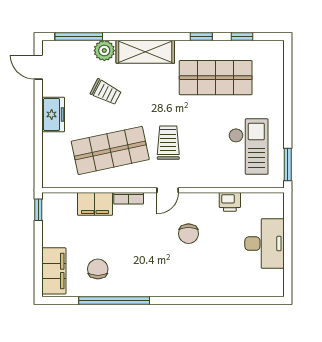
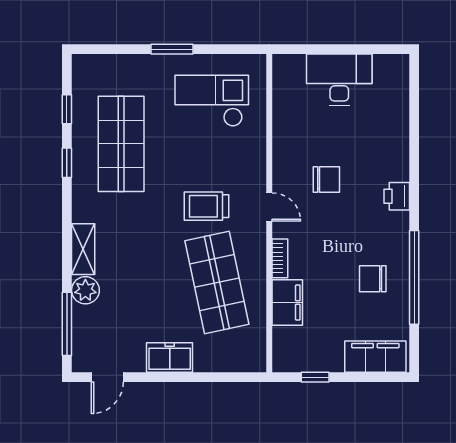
shelving: (145, 52) -> (83, 249), width x0.67, depth x0.75
trolley: (106, 92) -> (140, 288), removed
window: (288, 165) -> (172, 49), moved
printer: (230, 202) -> (397, 196), moved, turned 180
window: (38, 210) -> (315, 377), moved
chair: (98, 269) -> (373, 279), moved

